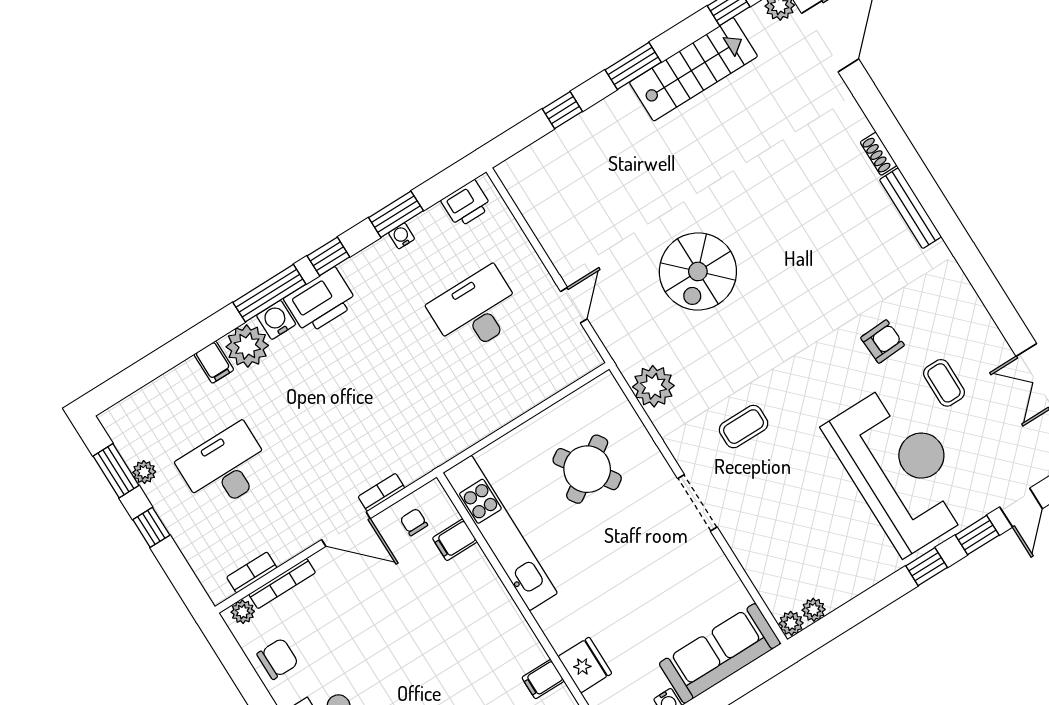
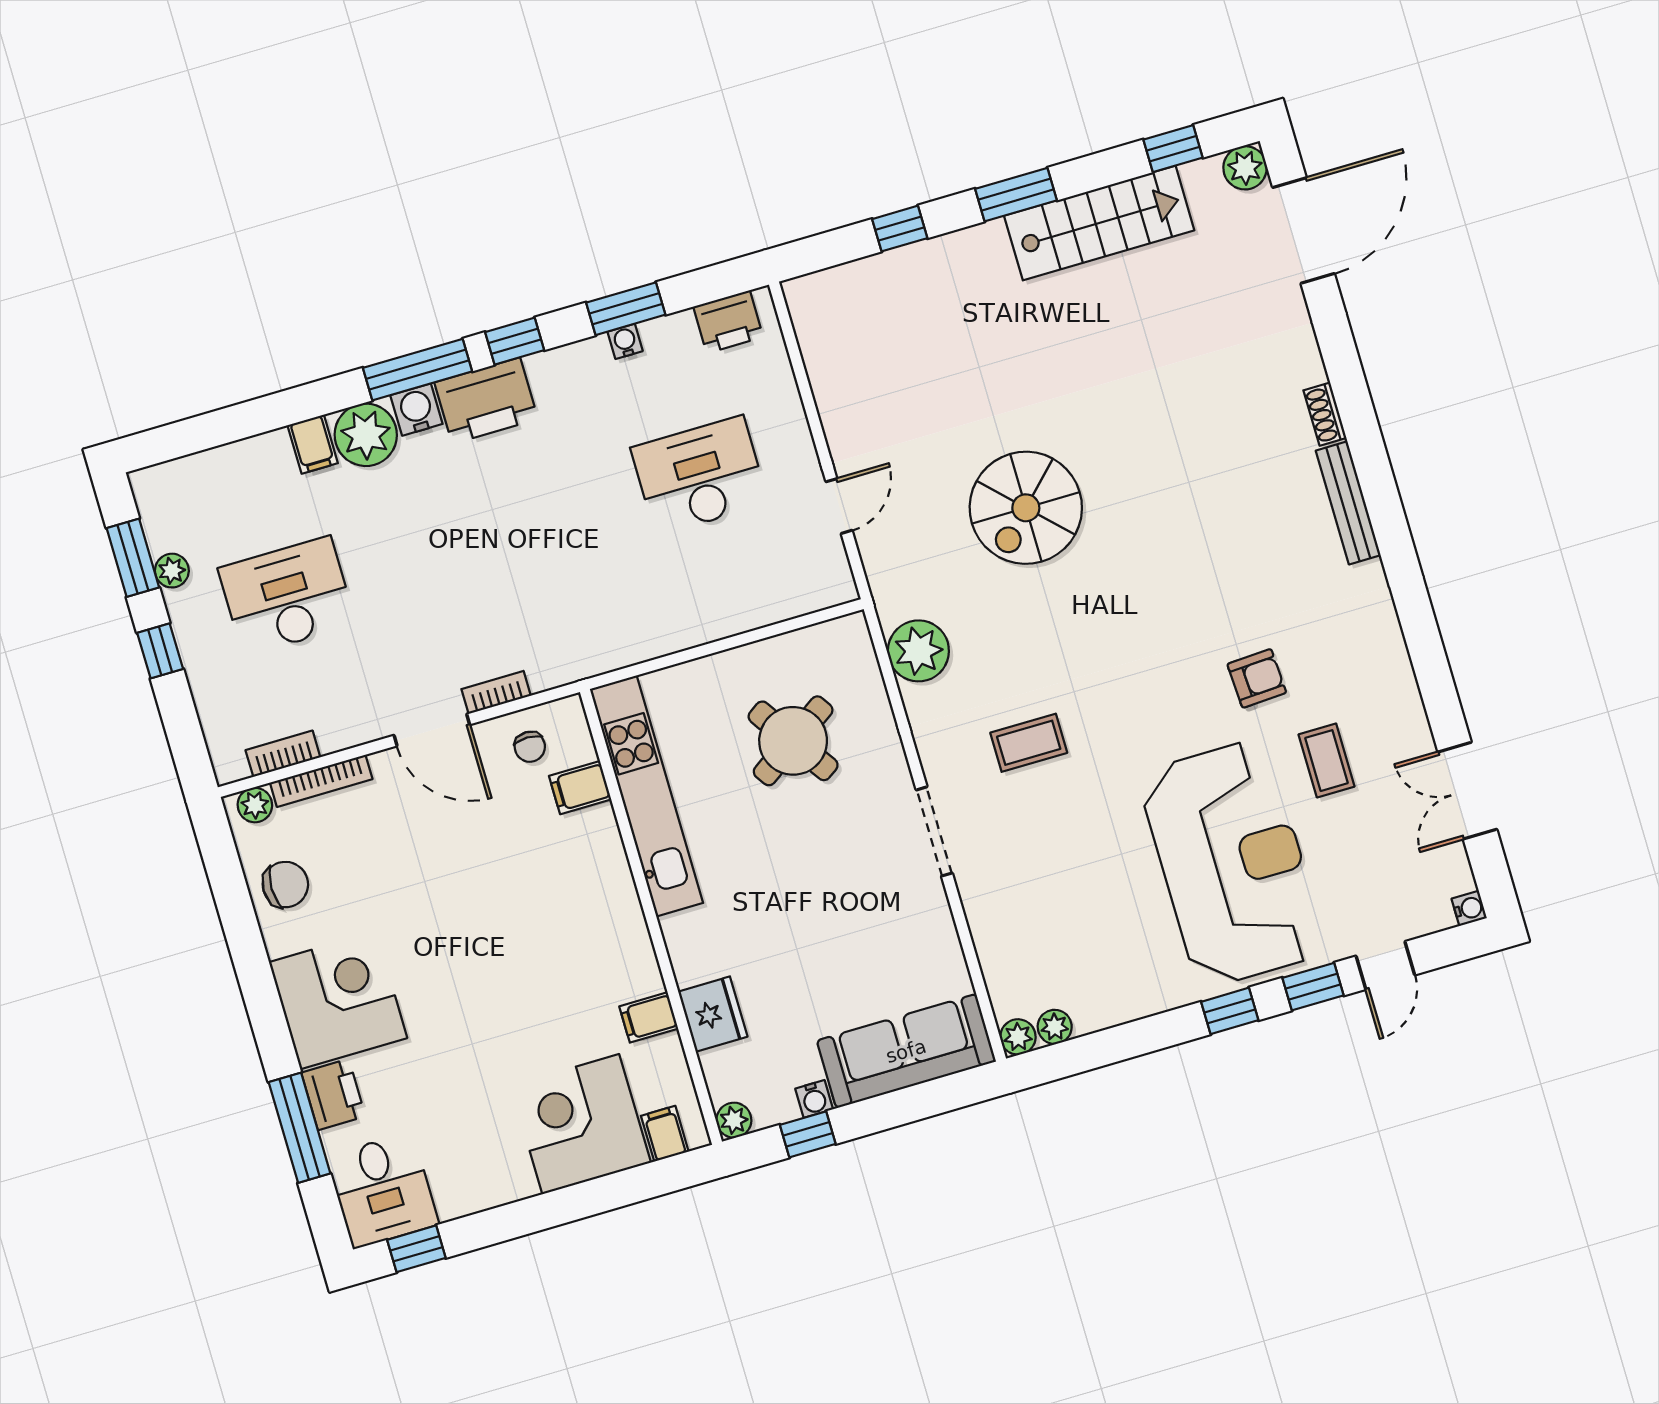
chair: (414, 522) -> (530, 747), turned 180

